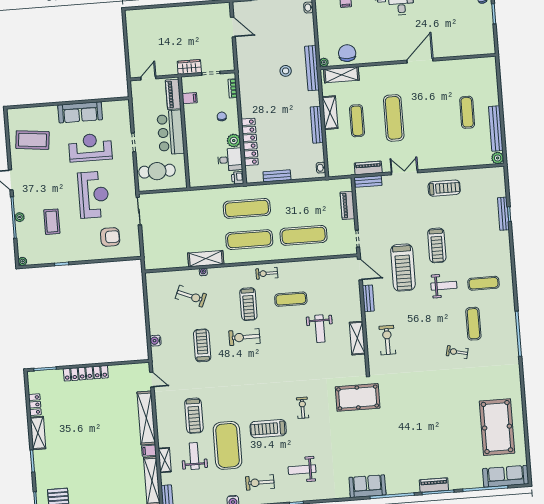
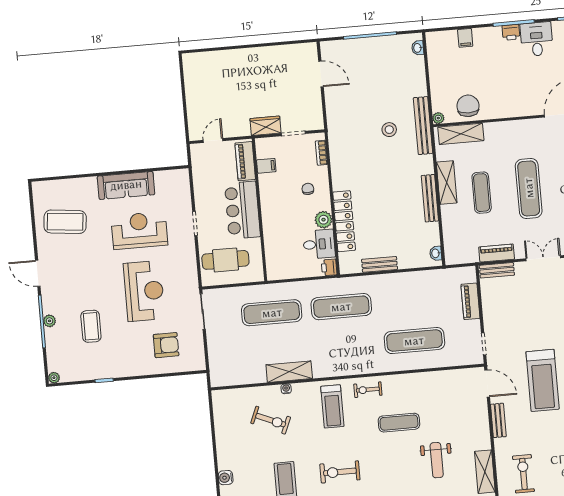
exercise mat: (249, 240) -> (272, 313), moved
treadmill: (248, 304) -> (332, 406), moved

